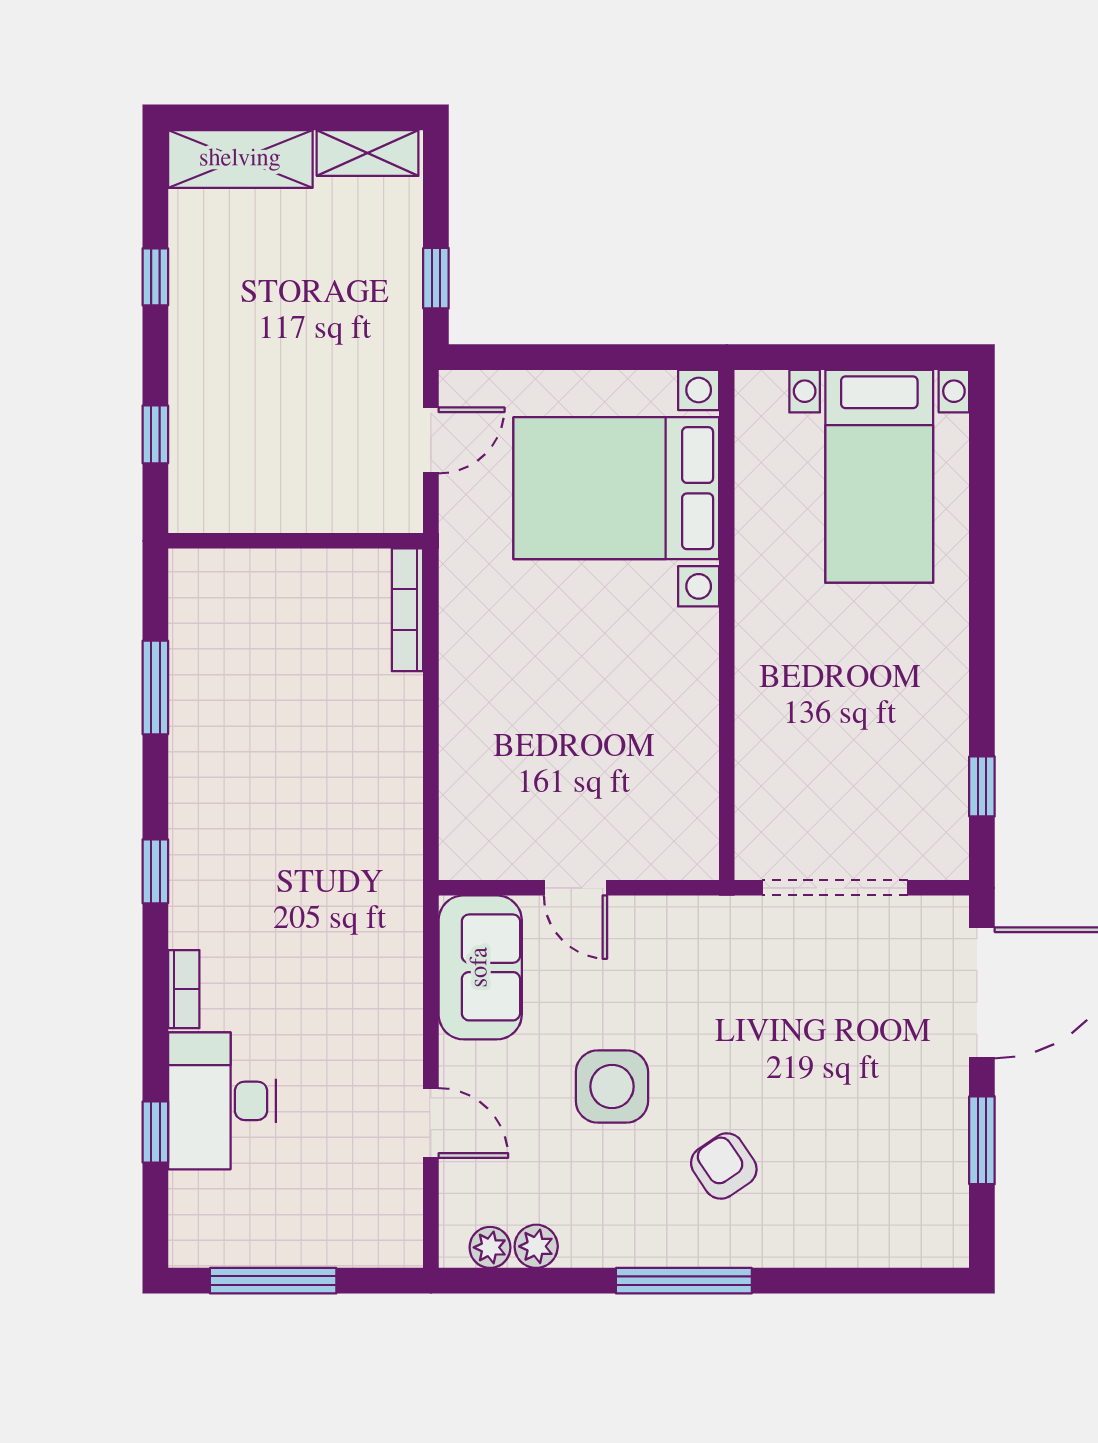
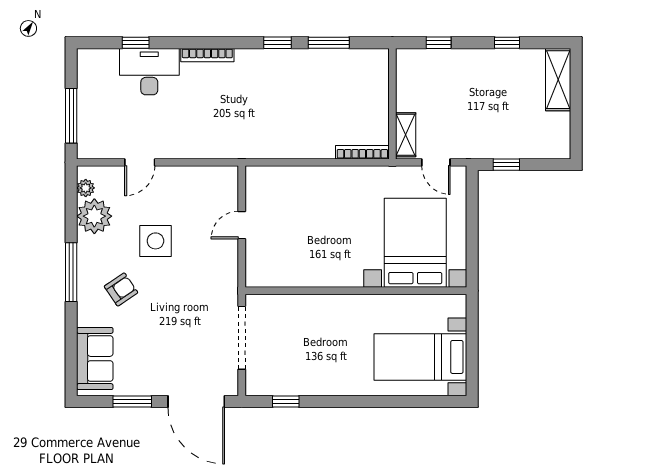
shelving: (368, 153) -> (406, 135), moved
window: (155, 871) -> (277, 43), moved
sofa: (480, 967) -> (95, 359), moved, turned -90
bookcase: (184, 989) -> (207, 55), width x1.56
plant: (536, 1246) -> (94, 216), width x1.87, depth x1.87
window: (273, 1281) -> (71, 116), moved

